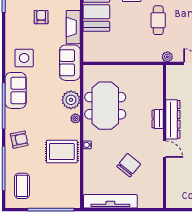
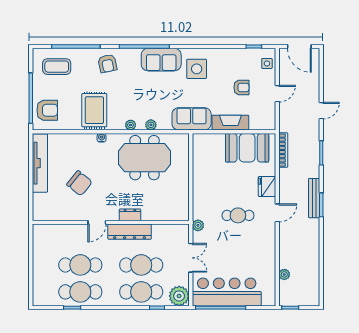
plant: (71, 100) -> (151, 125), width x0.53, depth x0.53
armchair: (62, 195) -> (47, 110), added

